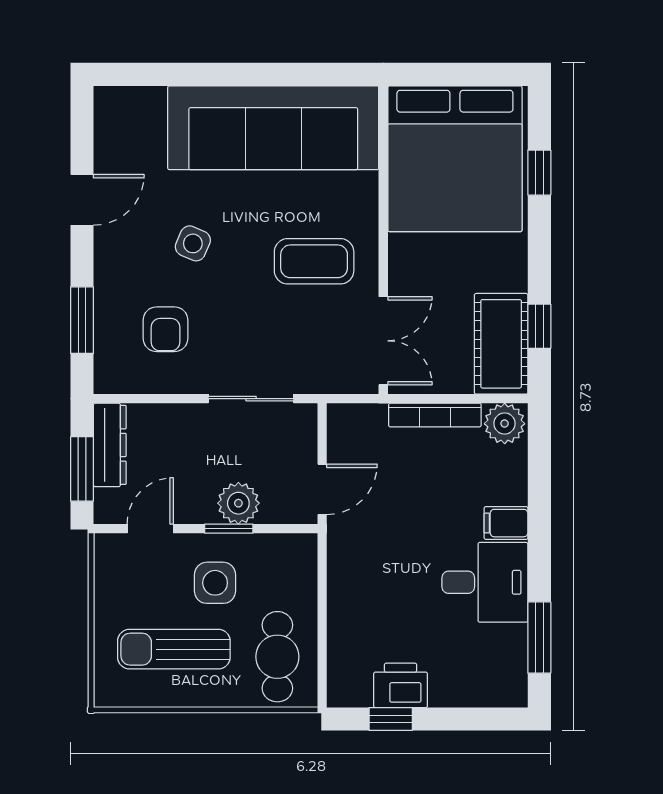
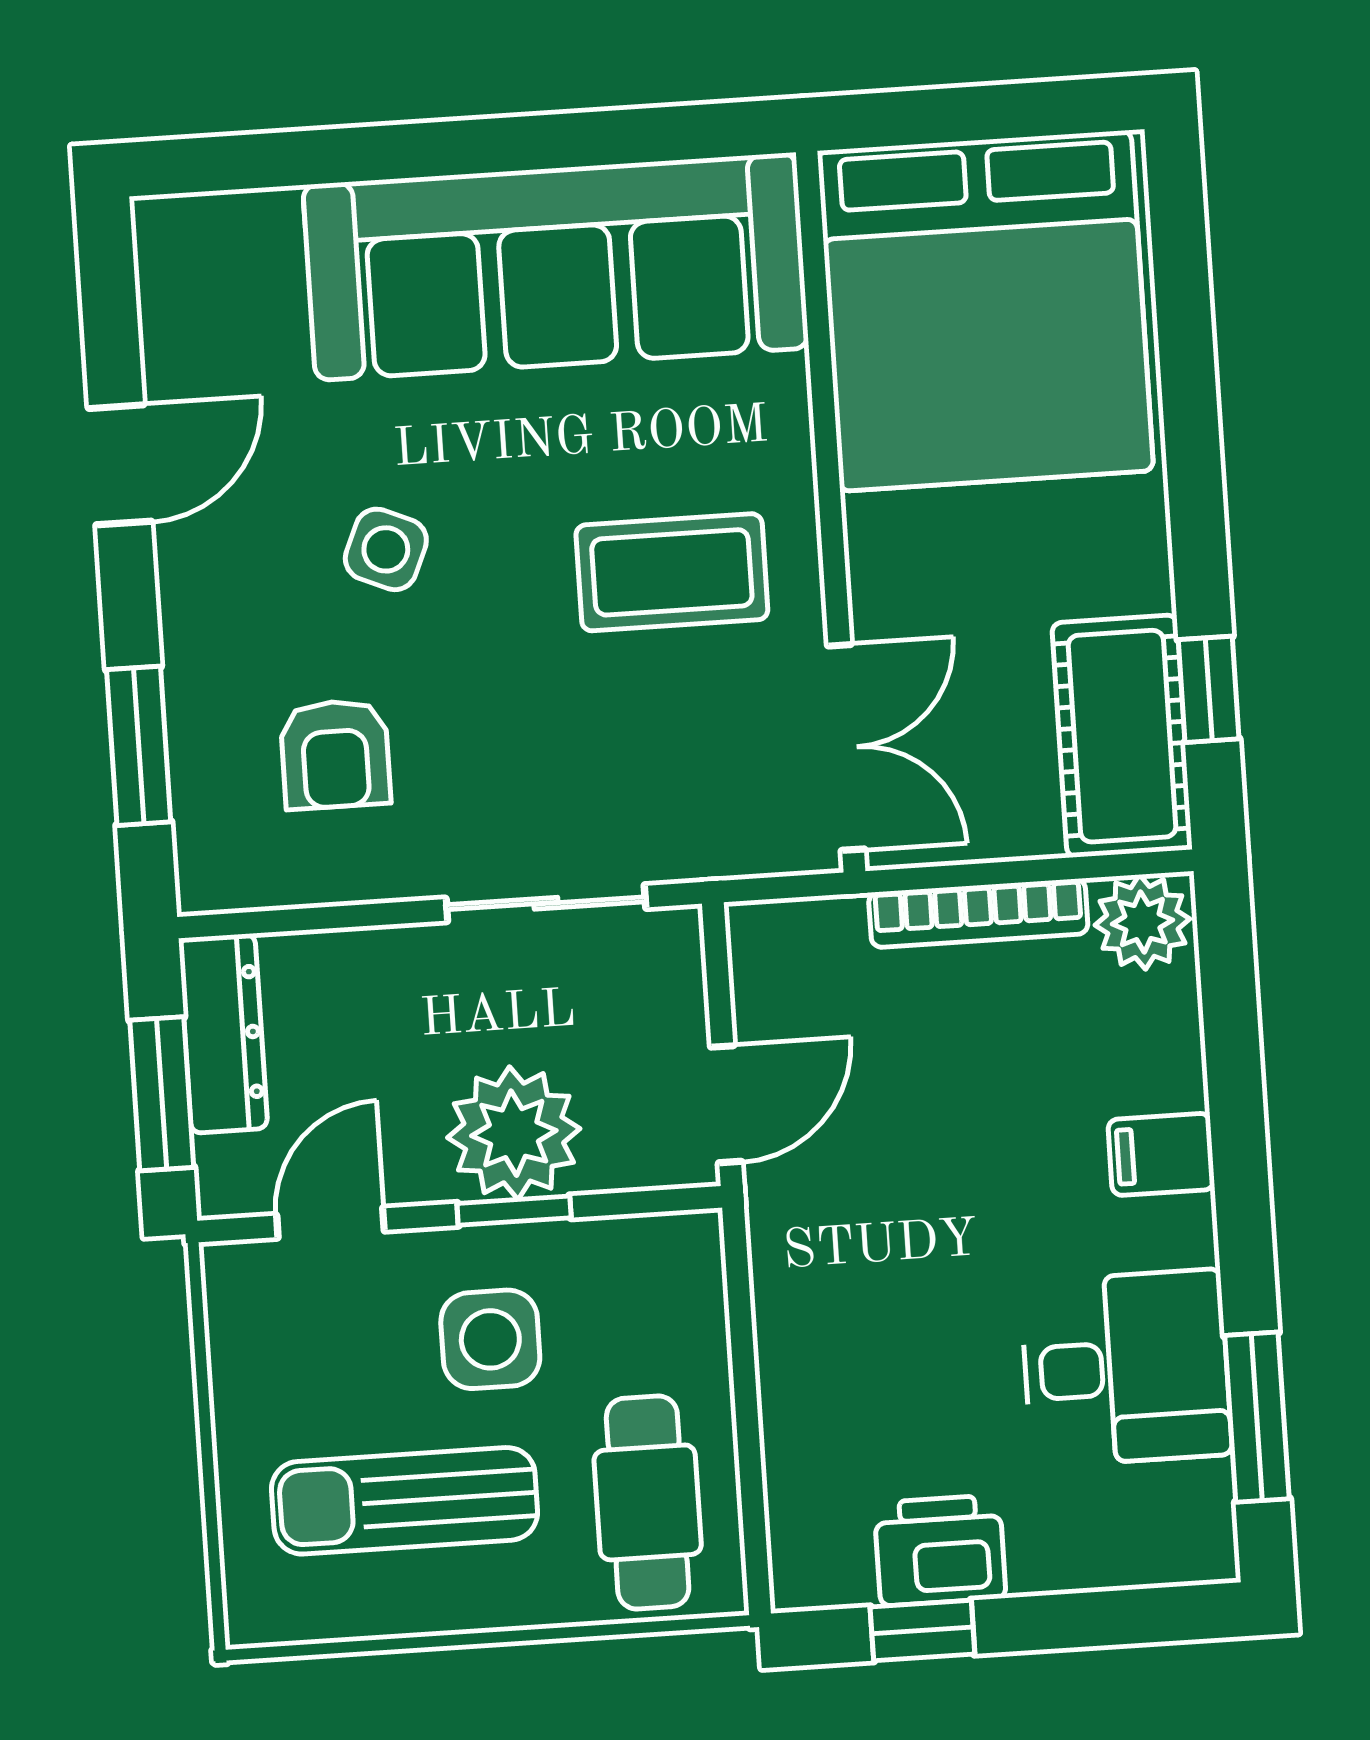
window: (539, 173) -> (1185, 330), removed
plant: (238, 503) -> (514, 1133), width x1.36, depth x1.36
desk: (485, 582) -> (1126, 1368), moved

